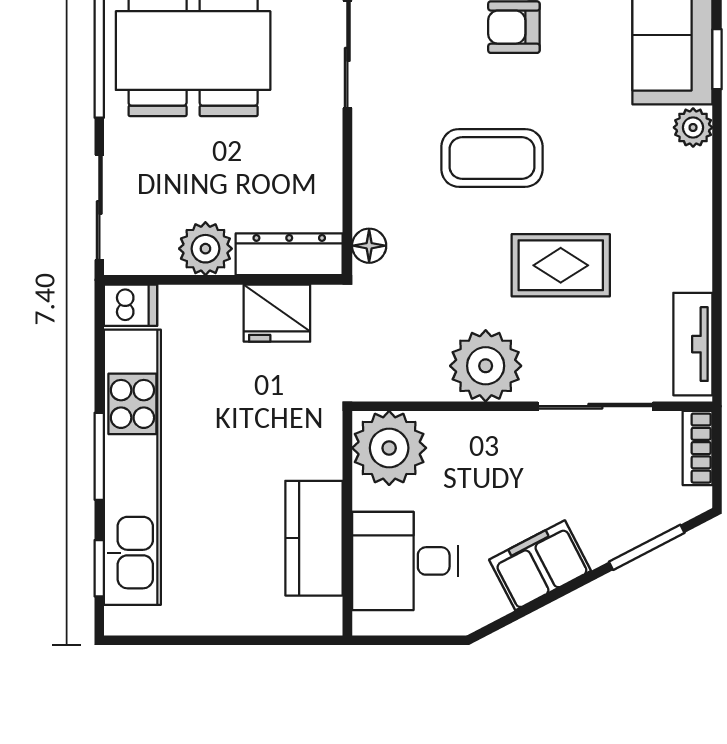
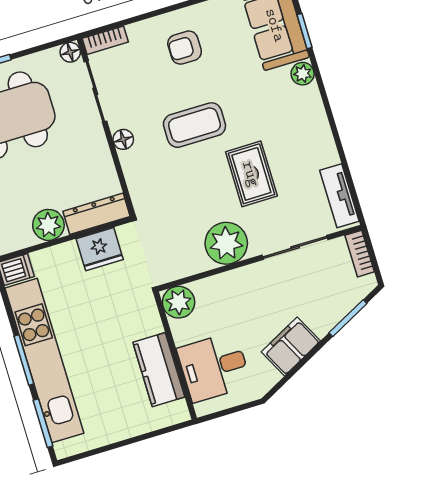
floor lamp: (369, 246) -> (123, 139), moved
rug: (561, 265) -> (251, 174), turned 90
plant: (389, 448) -> (179, 302), width x0.73, depth x0.73
window: (99, 568) -> (43, 423), width x1.50

